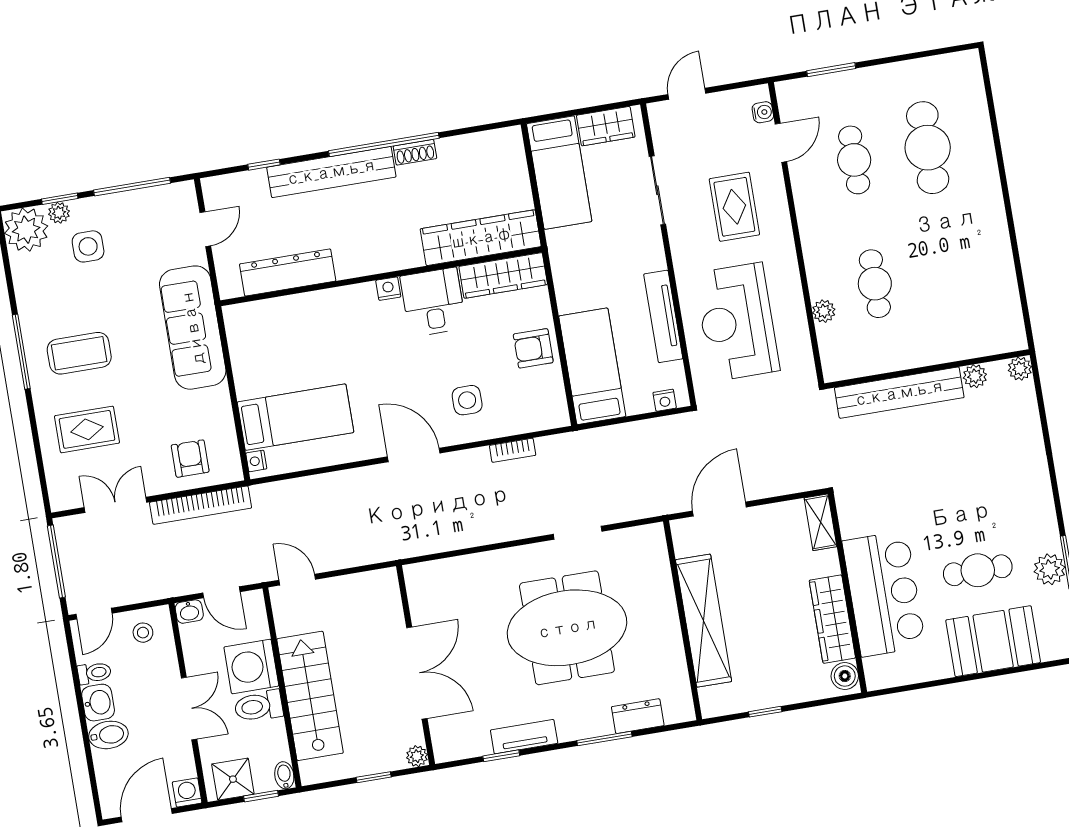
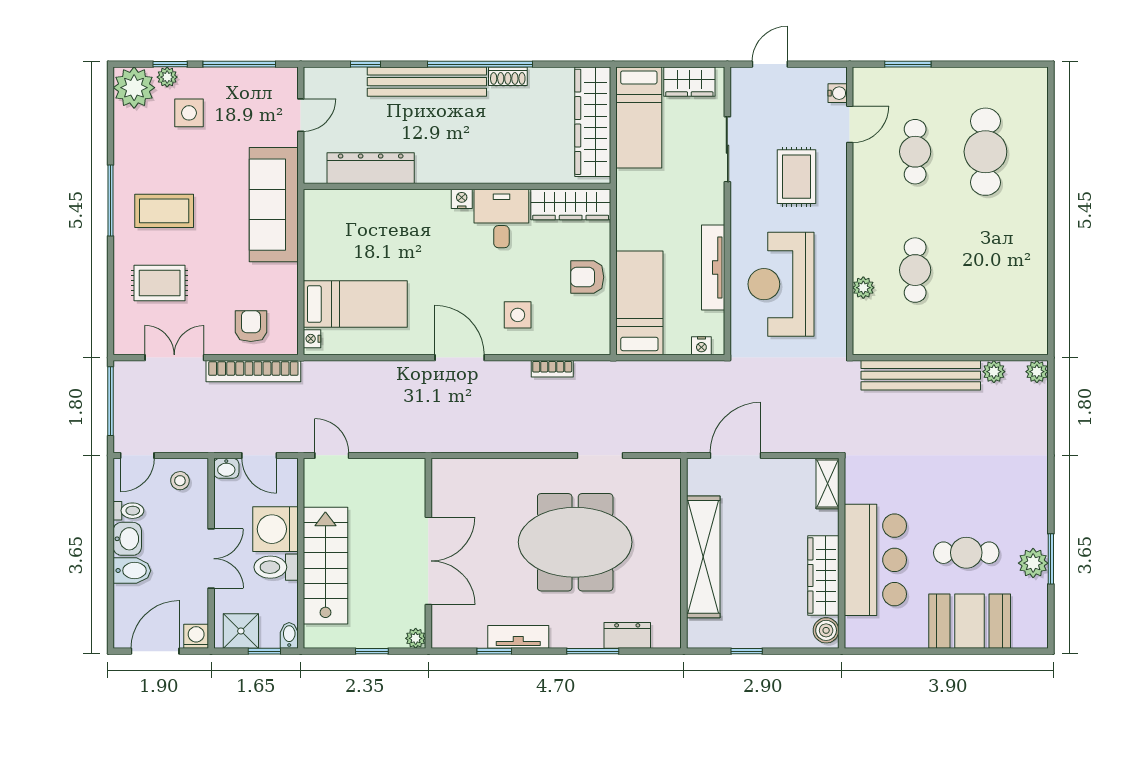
wardrobe: (481, 238) -> (593, 122), moved, turned -90

